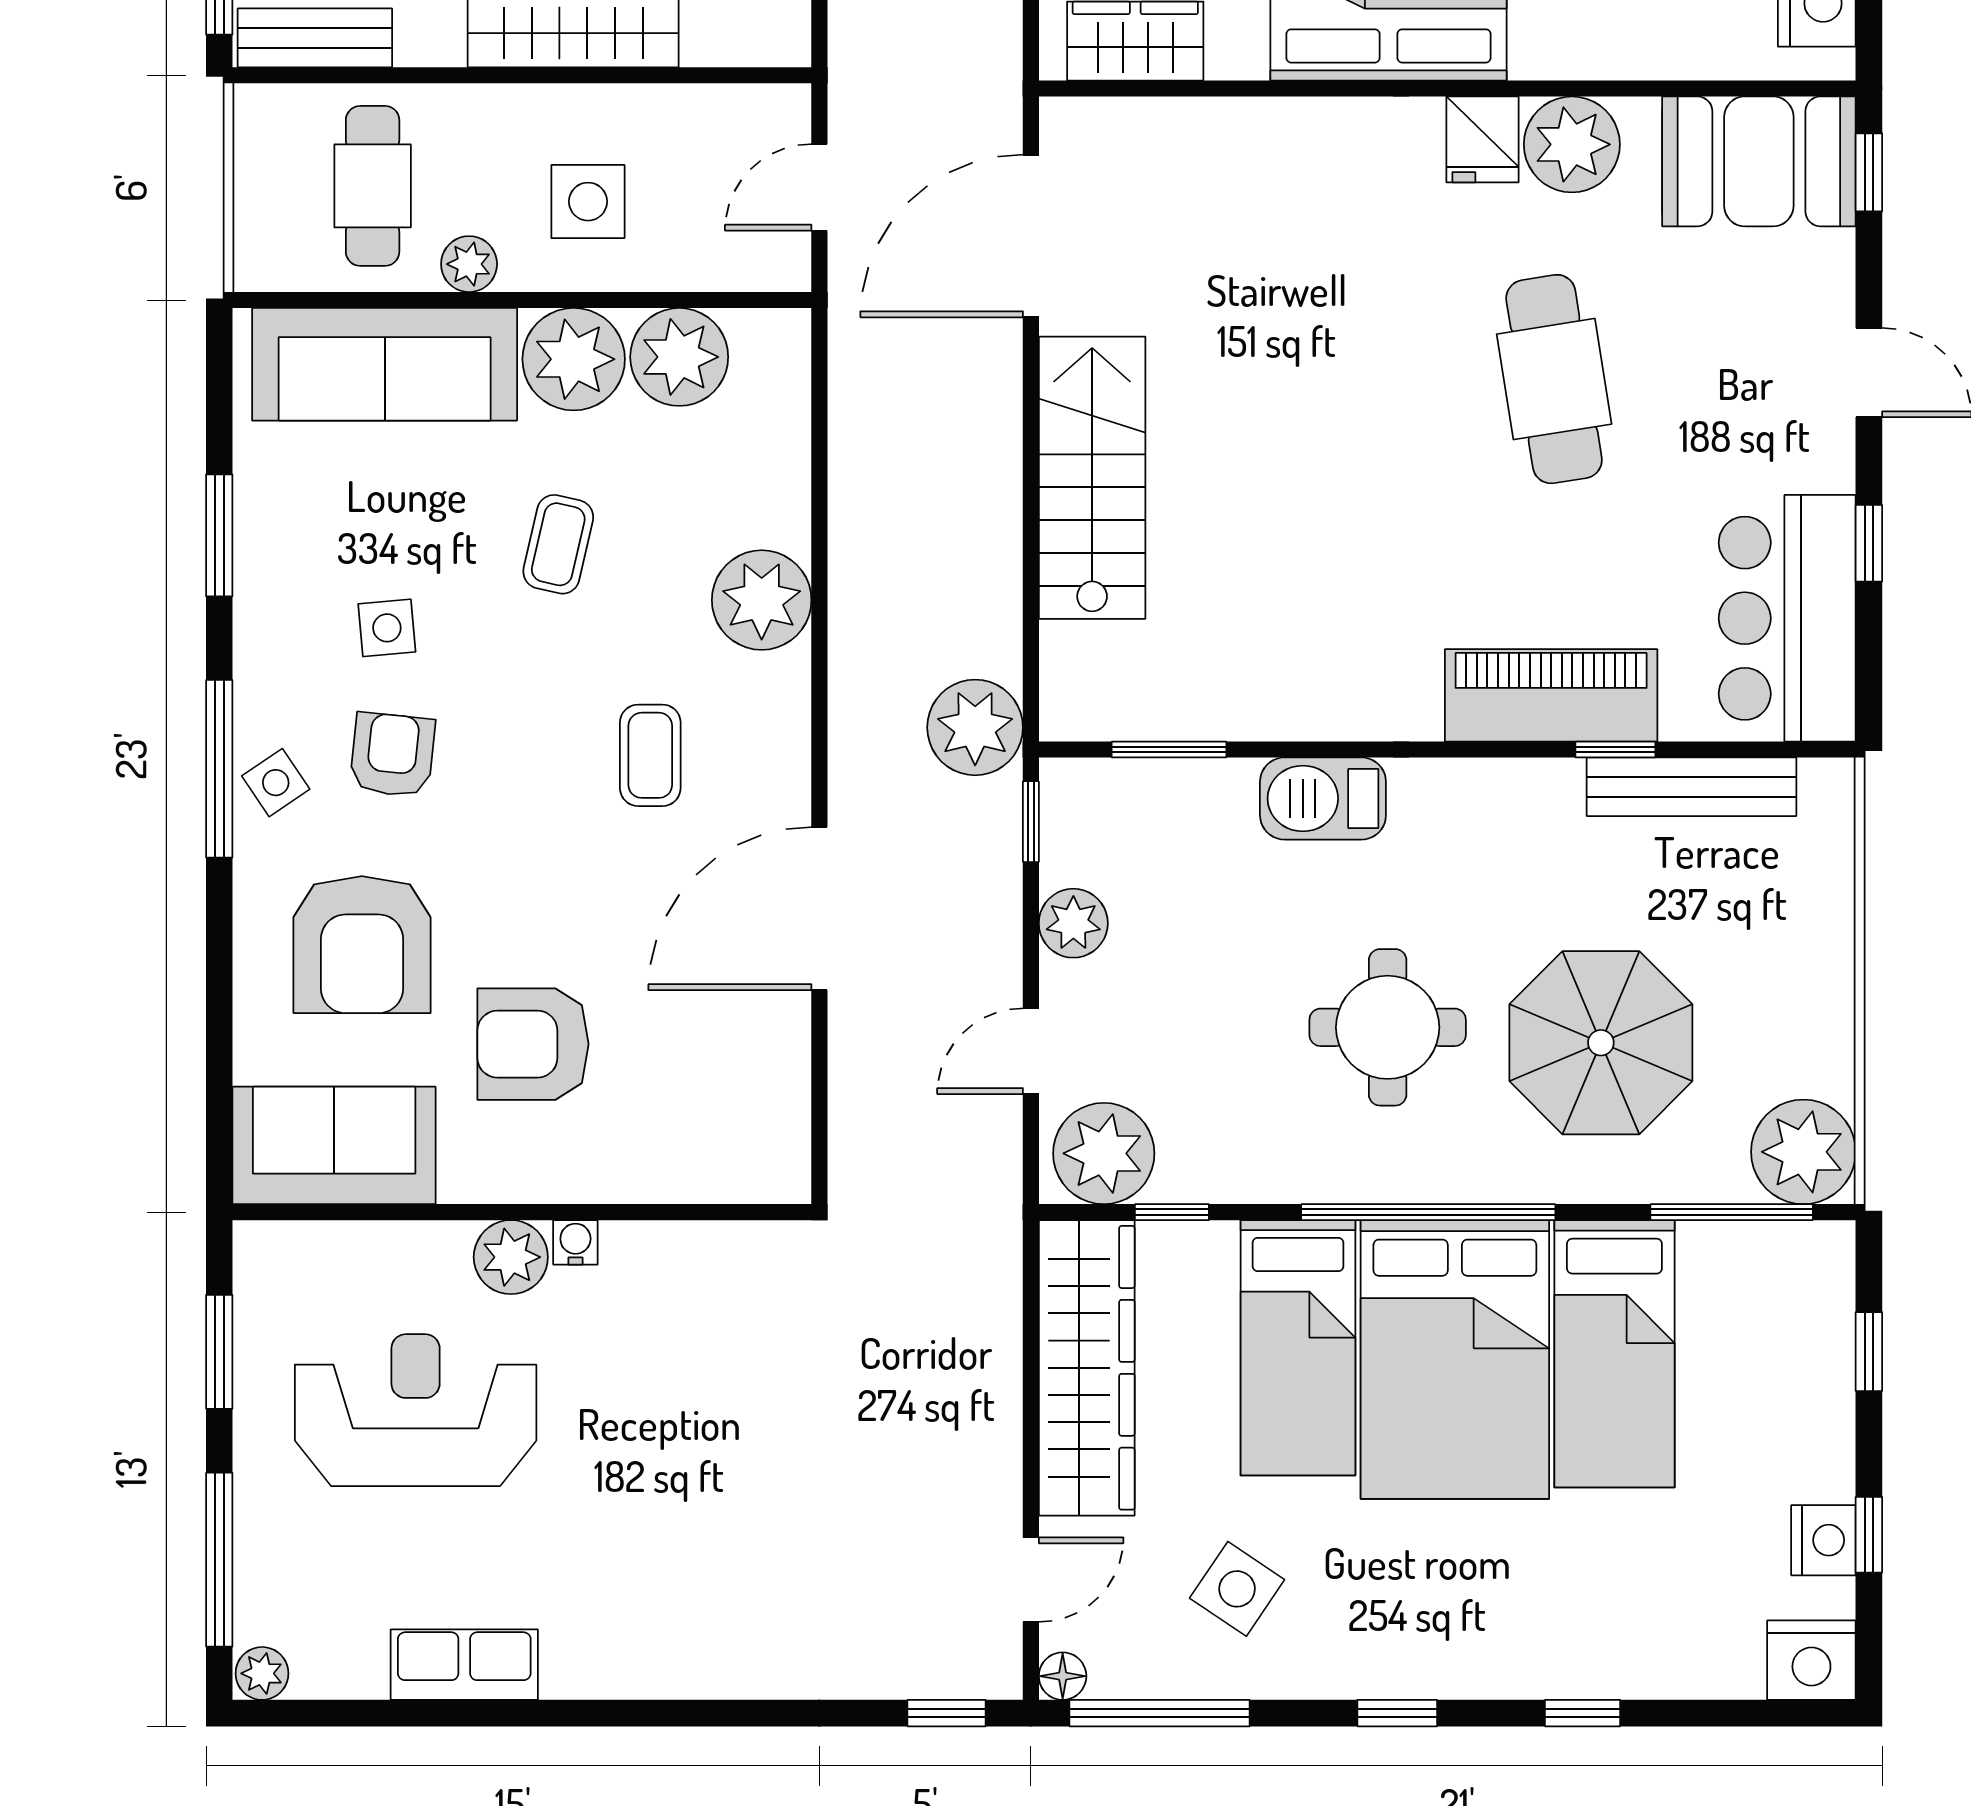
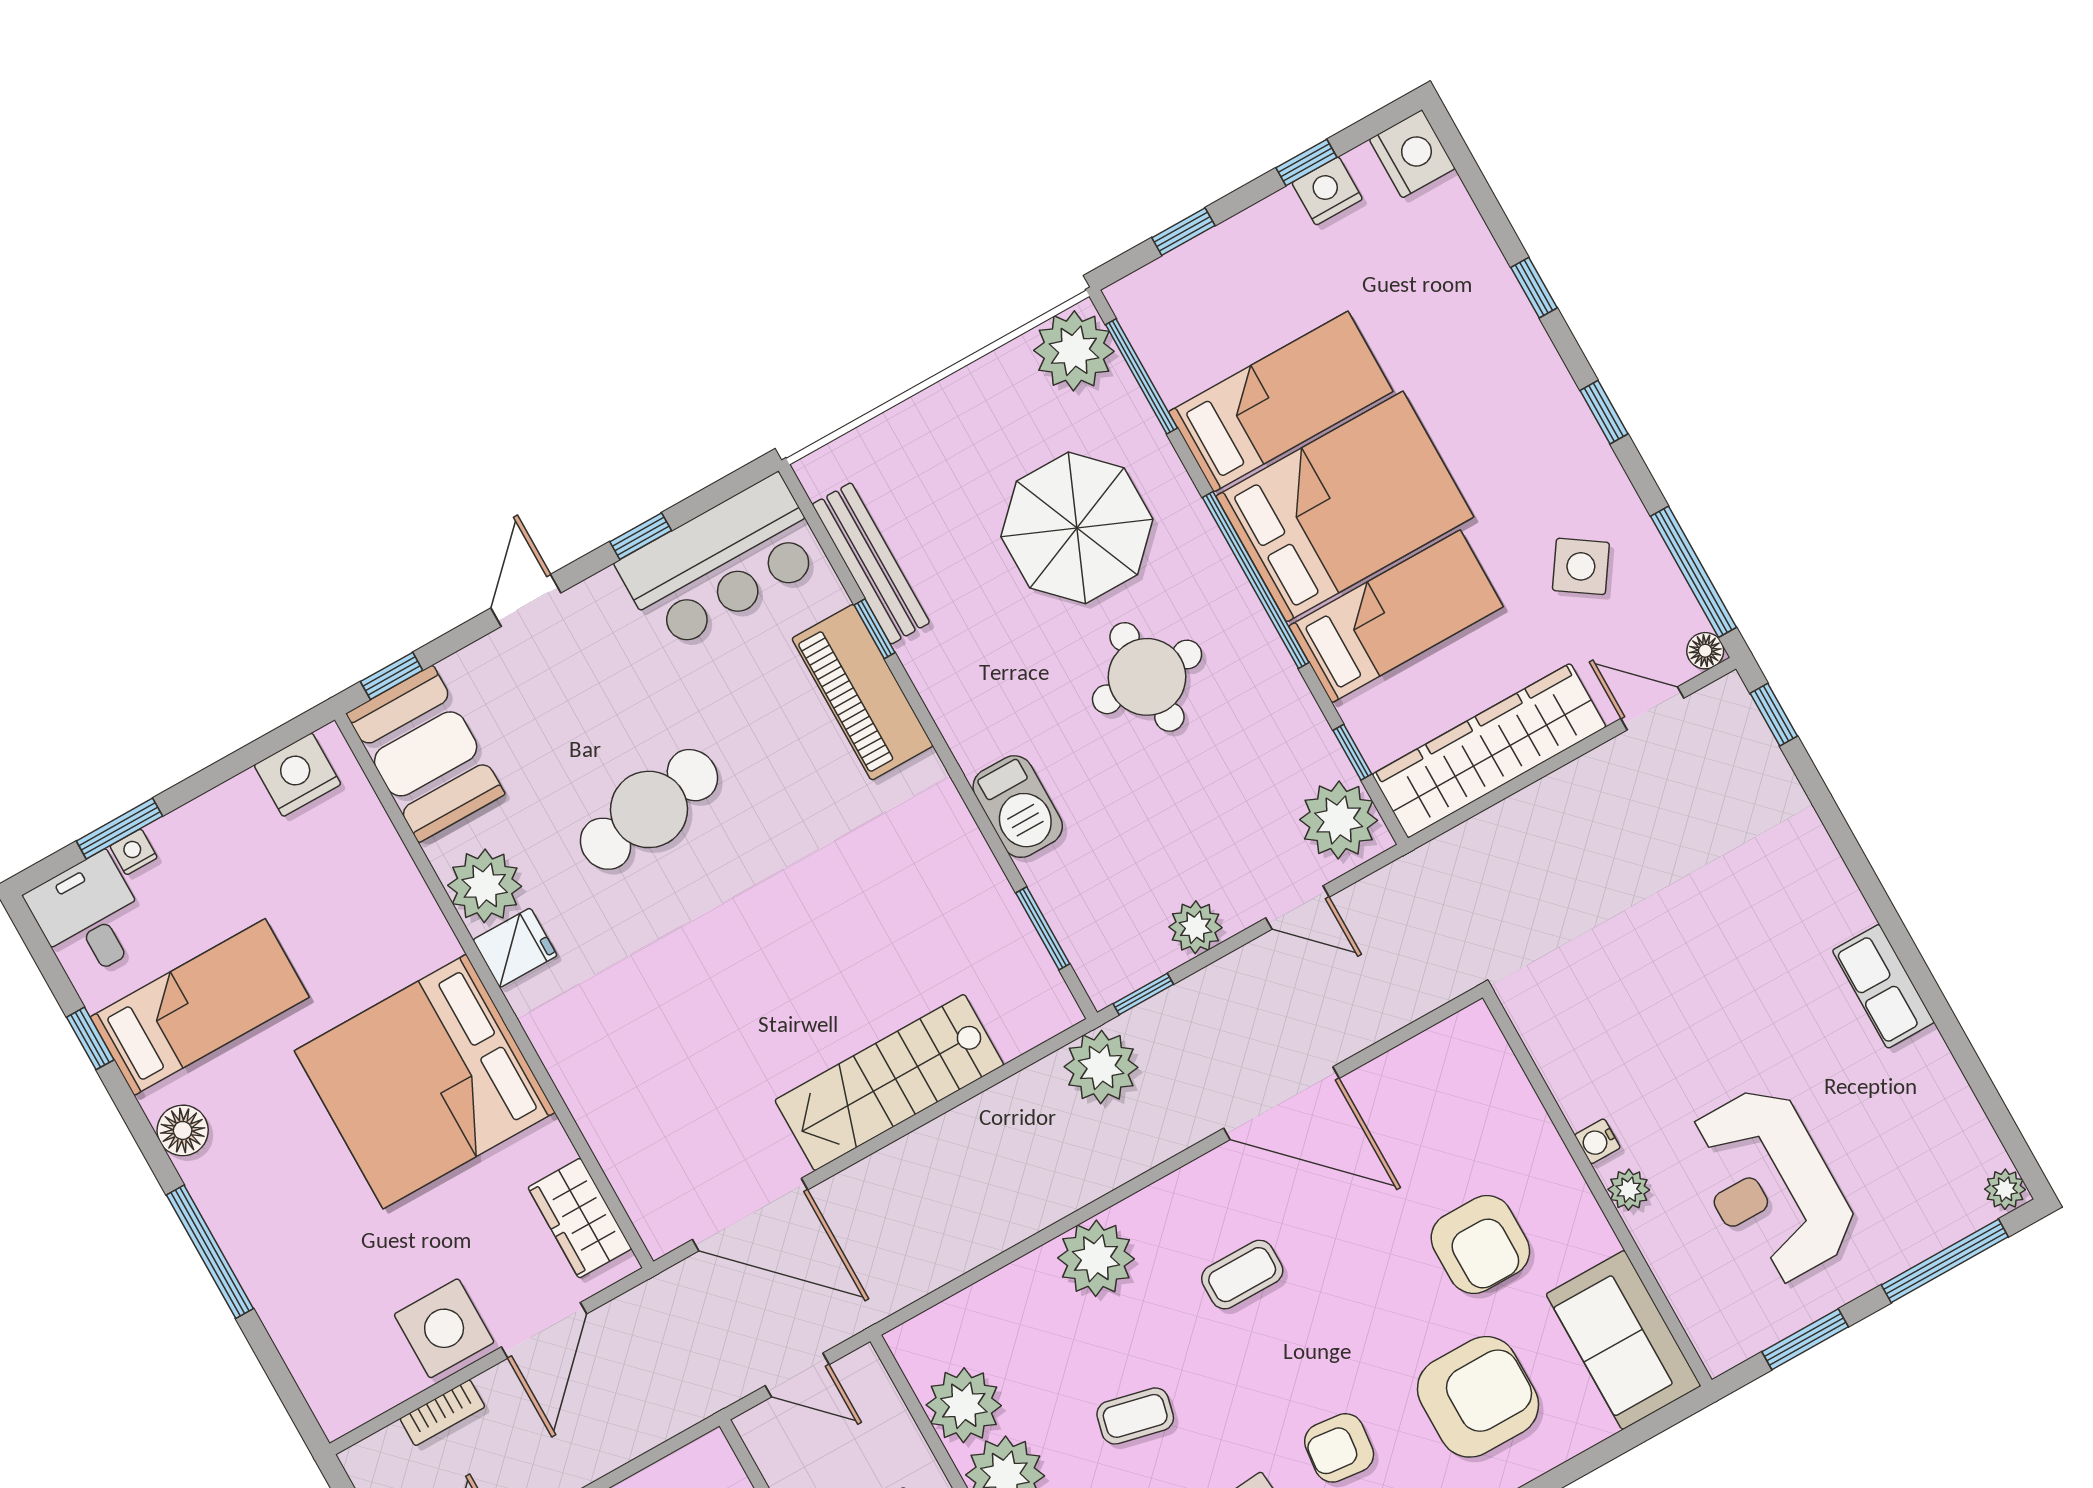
plant: (511, 1257) -> (1629, 1190), width x0.73, depth x0.73
row of seats: (464, 1665) -> (1883, 986), moved

